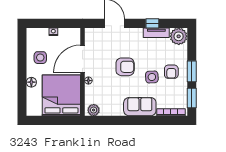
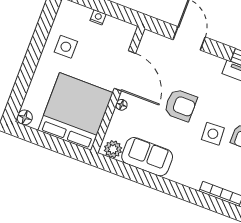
door: (83, 59) -> (125, 71), swing flipped
floor lamp: (31, 82) -> (25, 117), moved
sofa: (140, 107) -> (147, 157), moved

